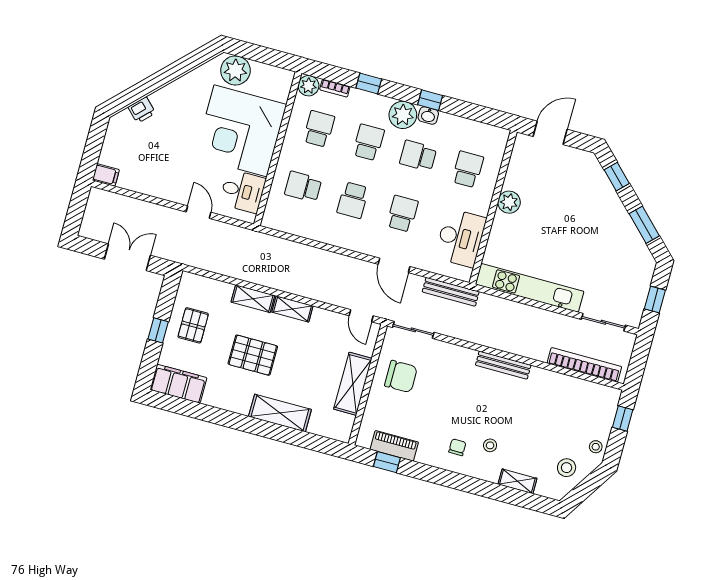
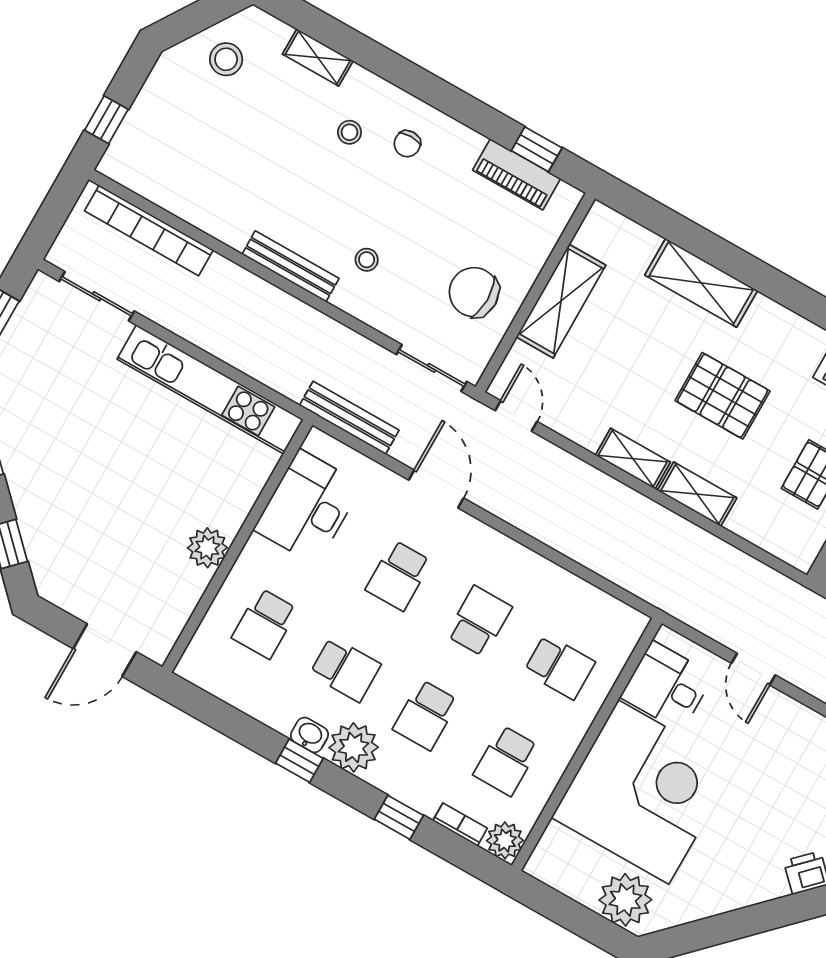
stool: (596, 447) -> (367, 260), moved

